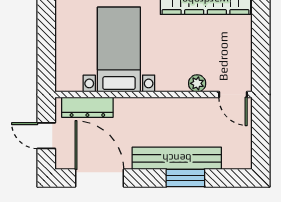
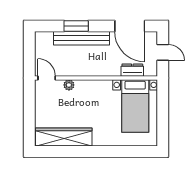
bed with nightstands: (119, 50) -> (135, 106), moved
dresser: (87, 107) -> (132, 70), width x0.70

